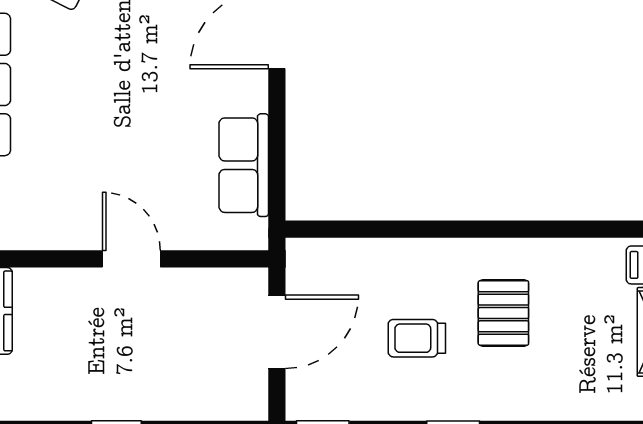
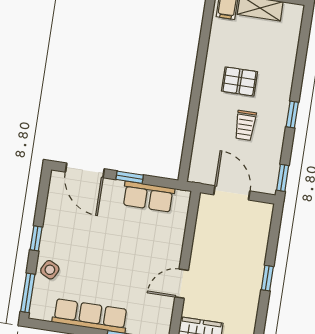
window: (277, 122) -> (130, 177), added
door: (131, 259) -> (182, 284), moved

